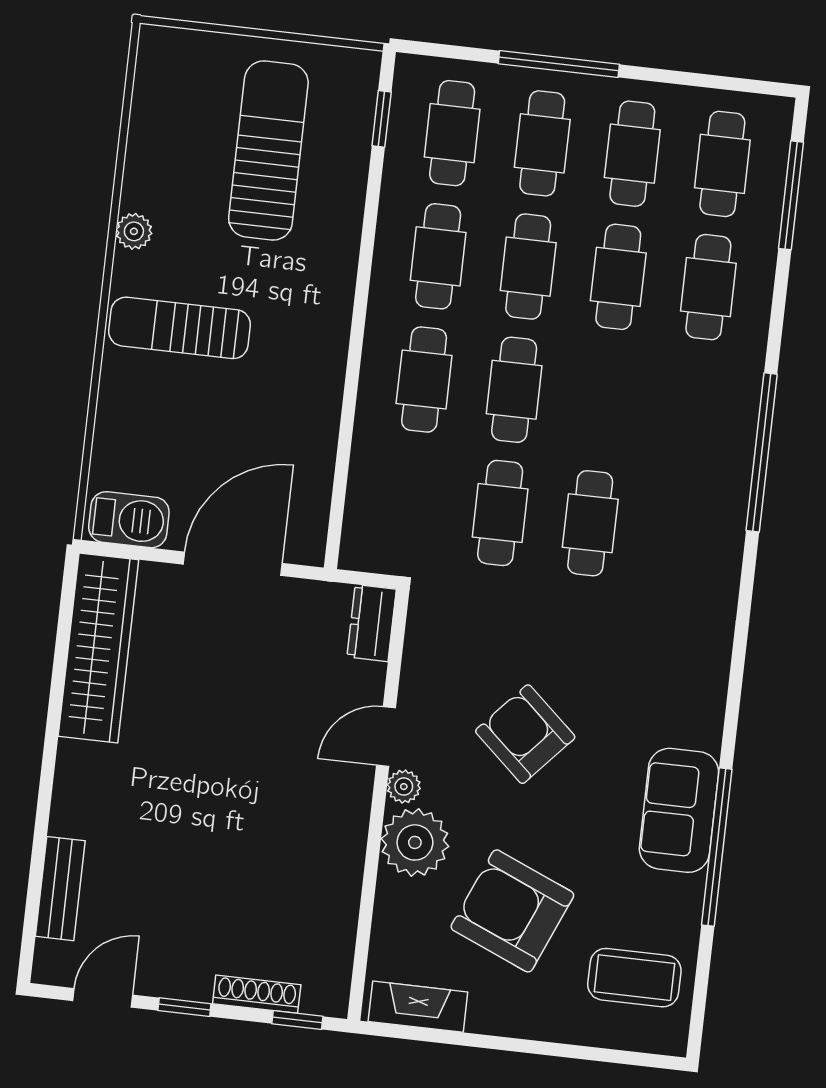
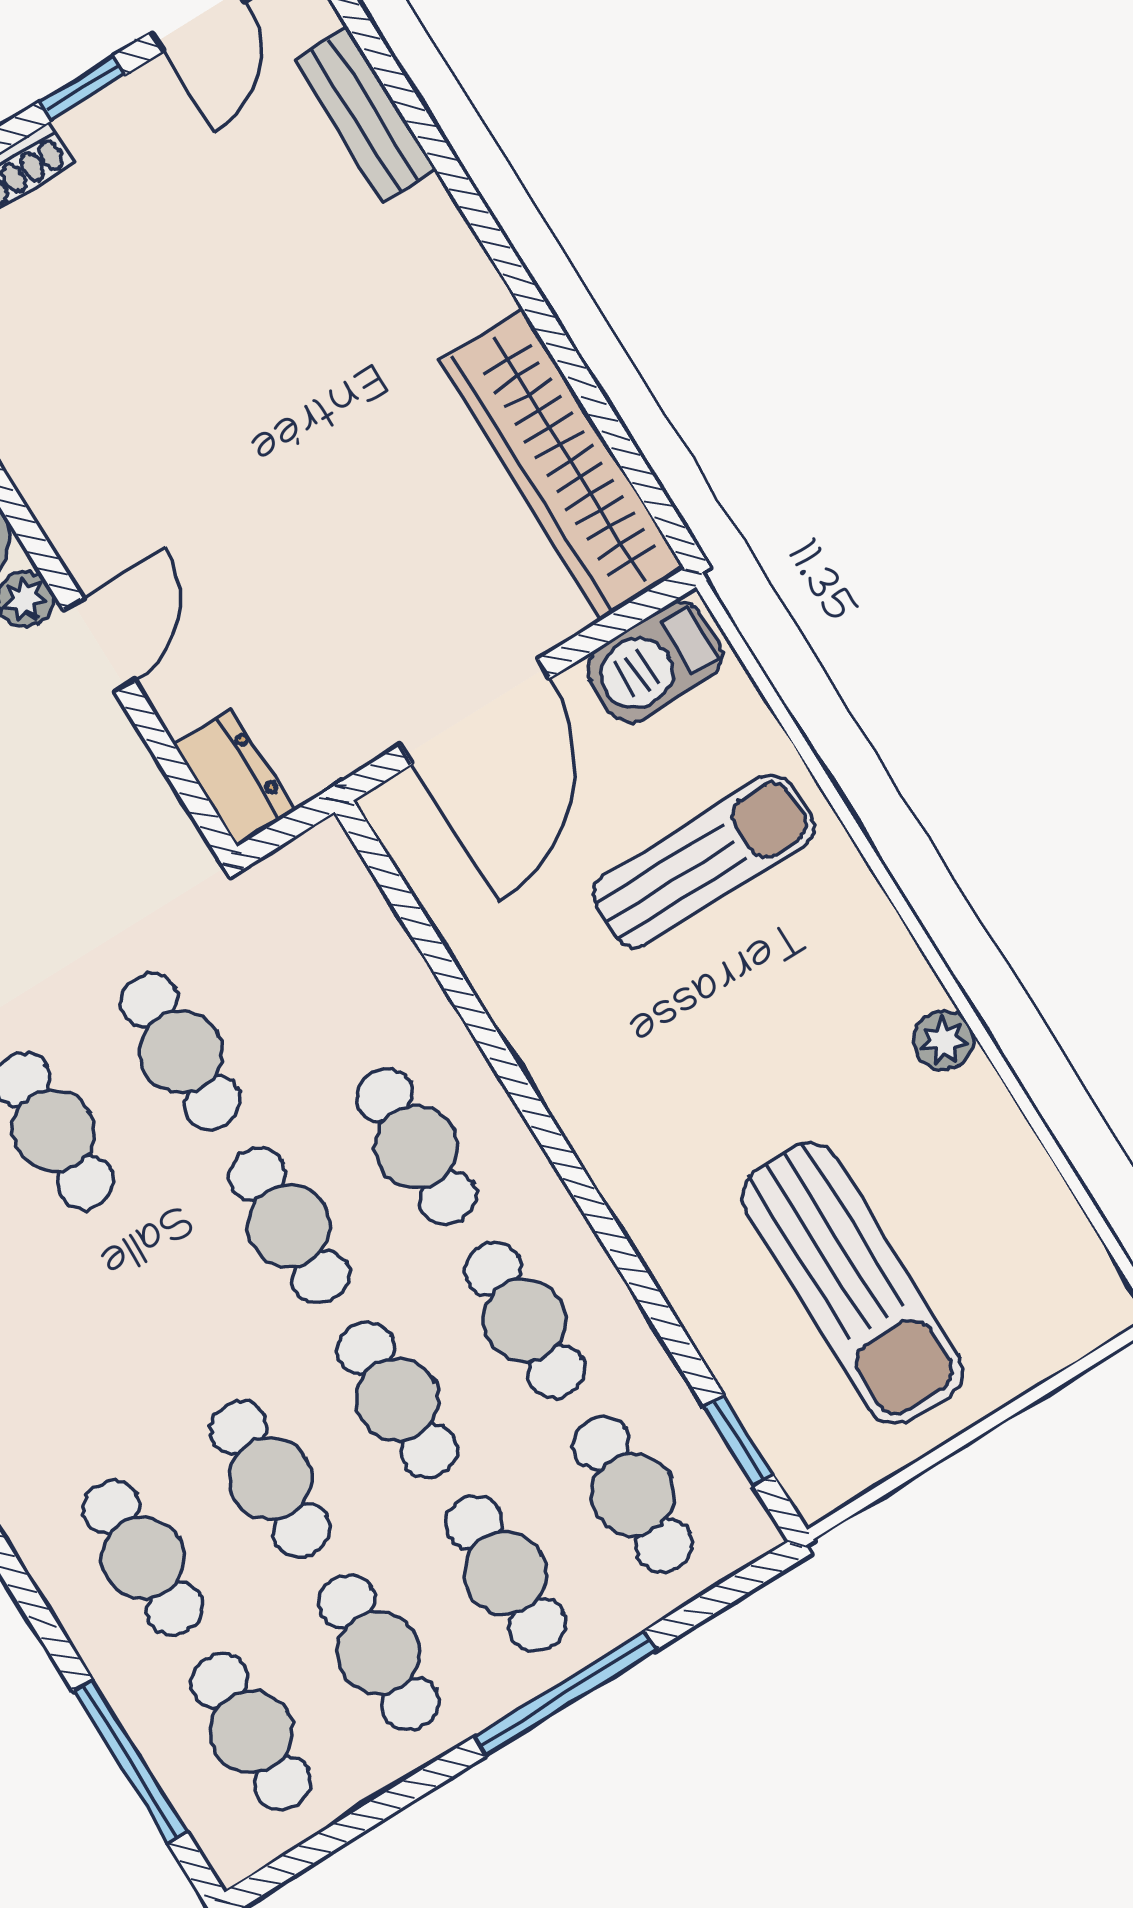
sun lounger: (180, 328) -> (704, 861), moved

